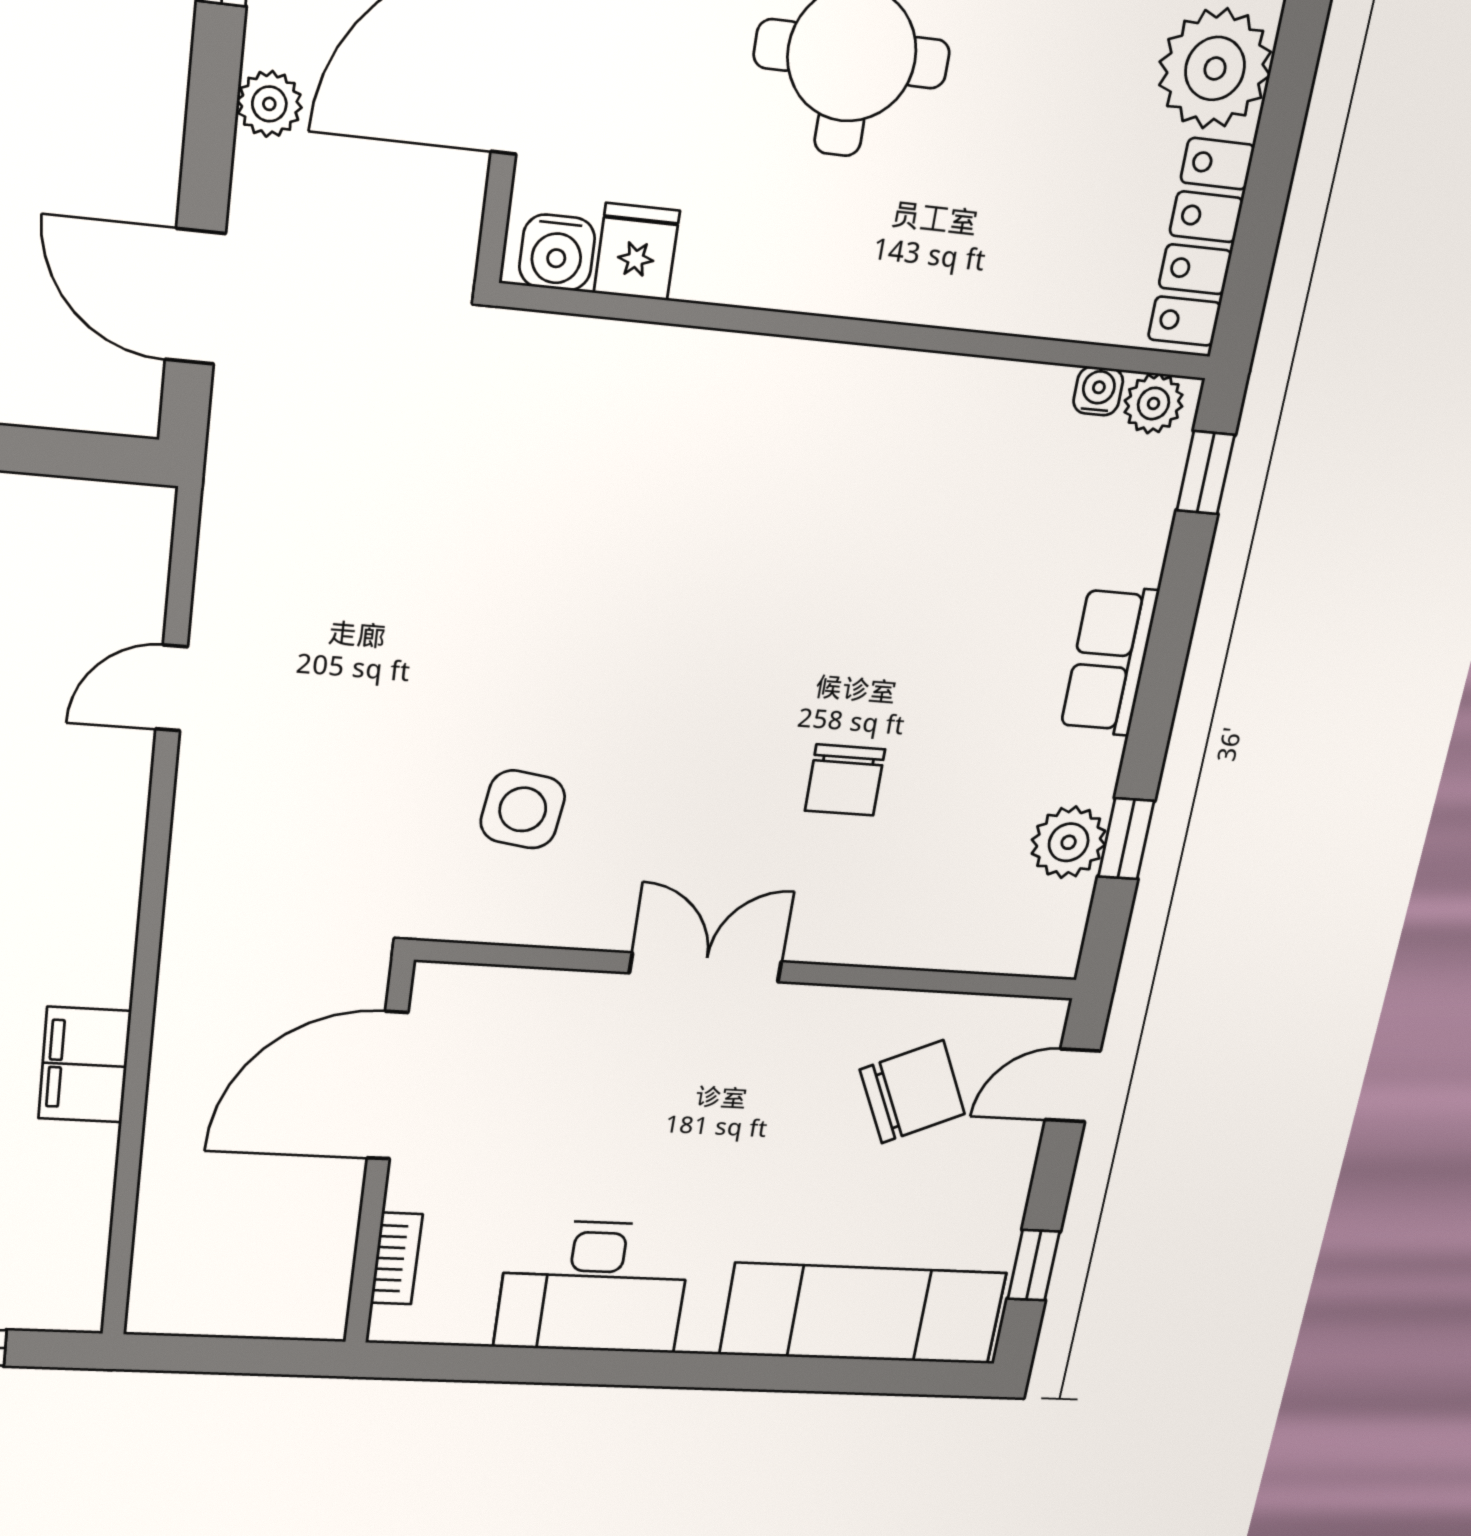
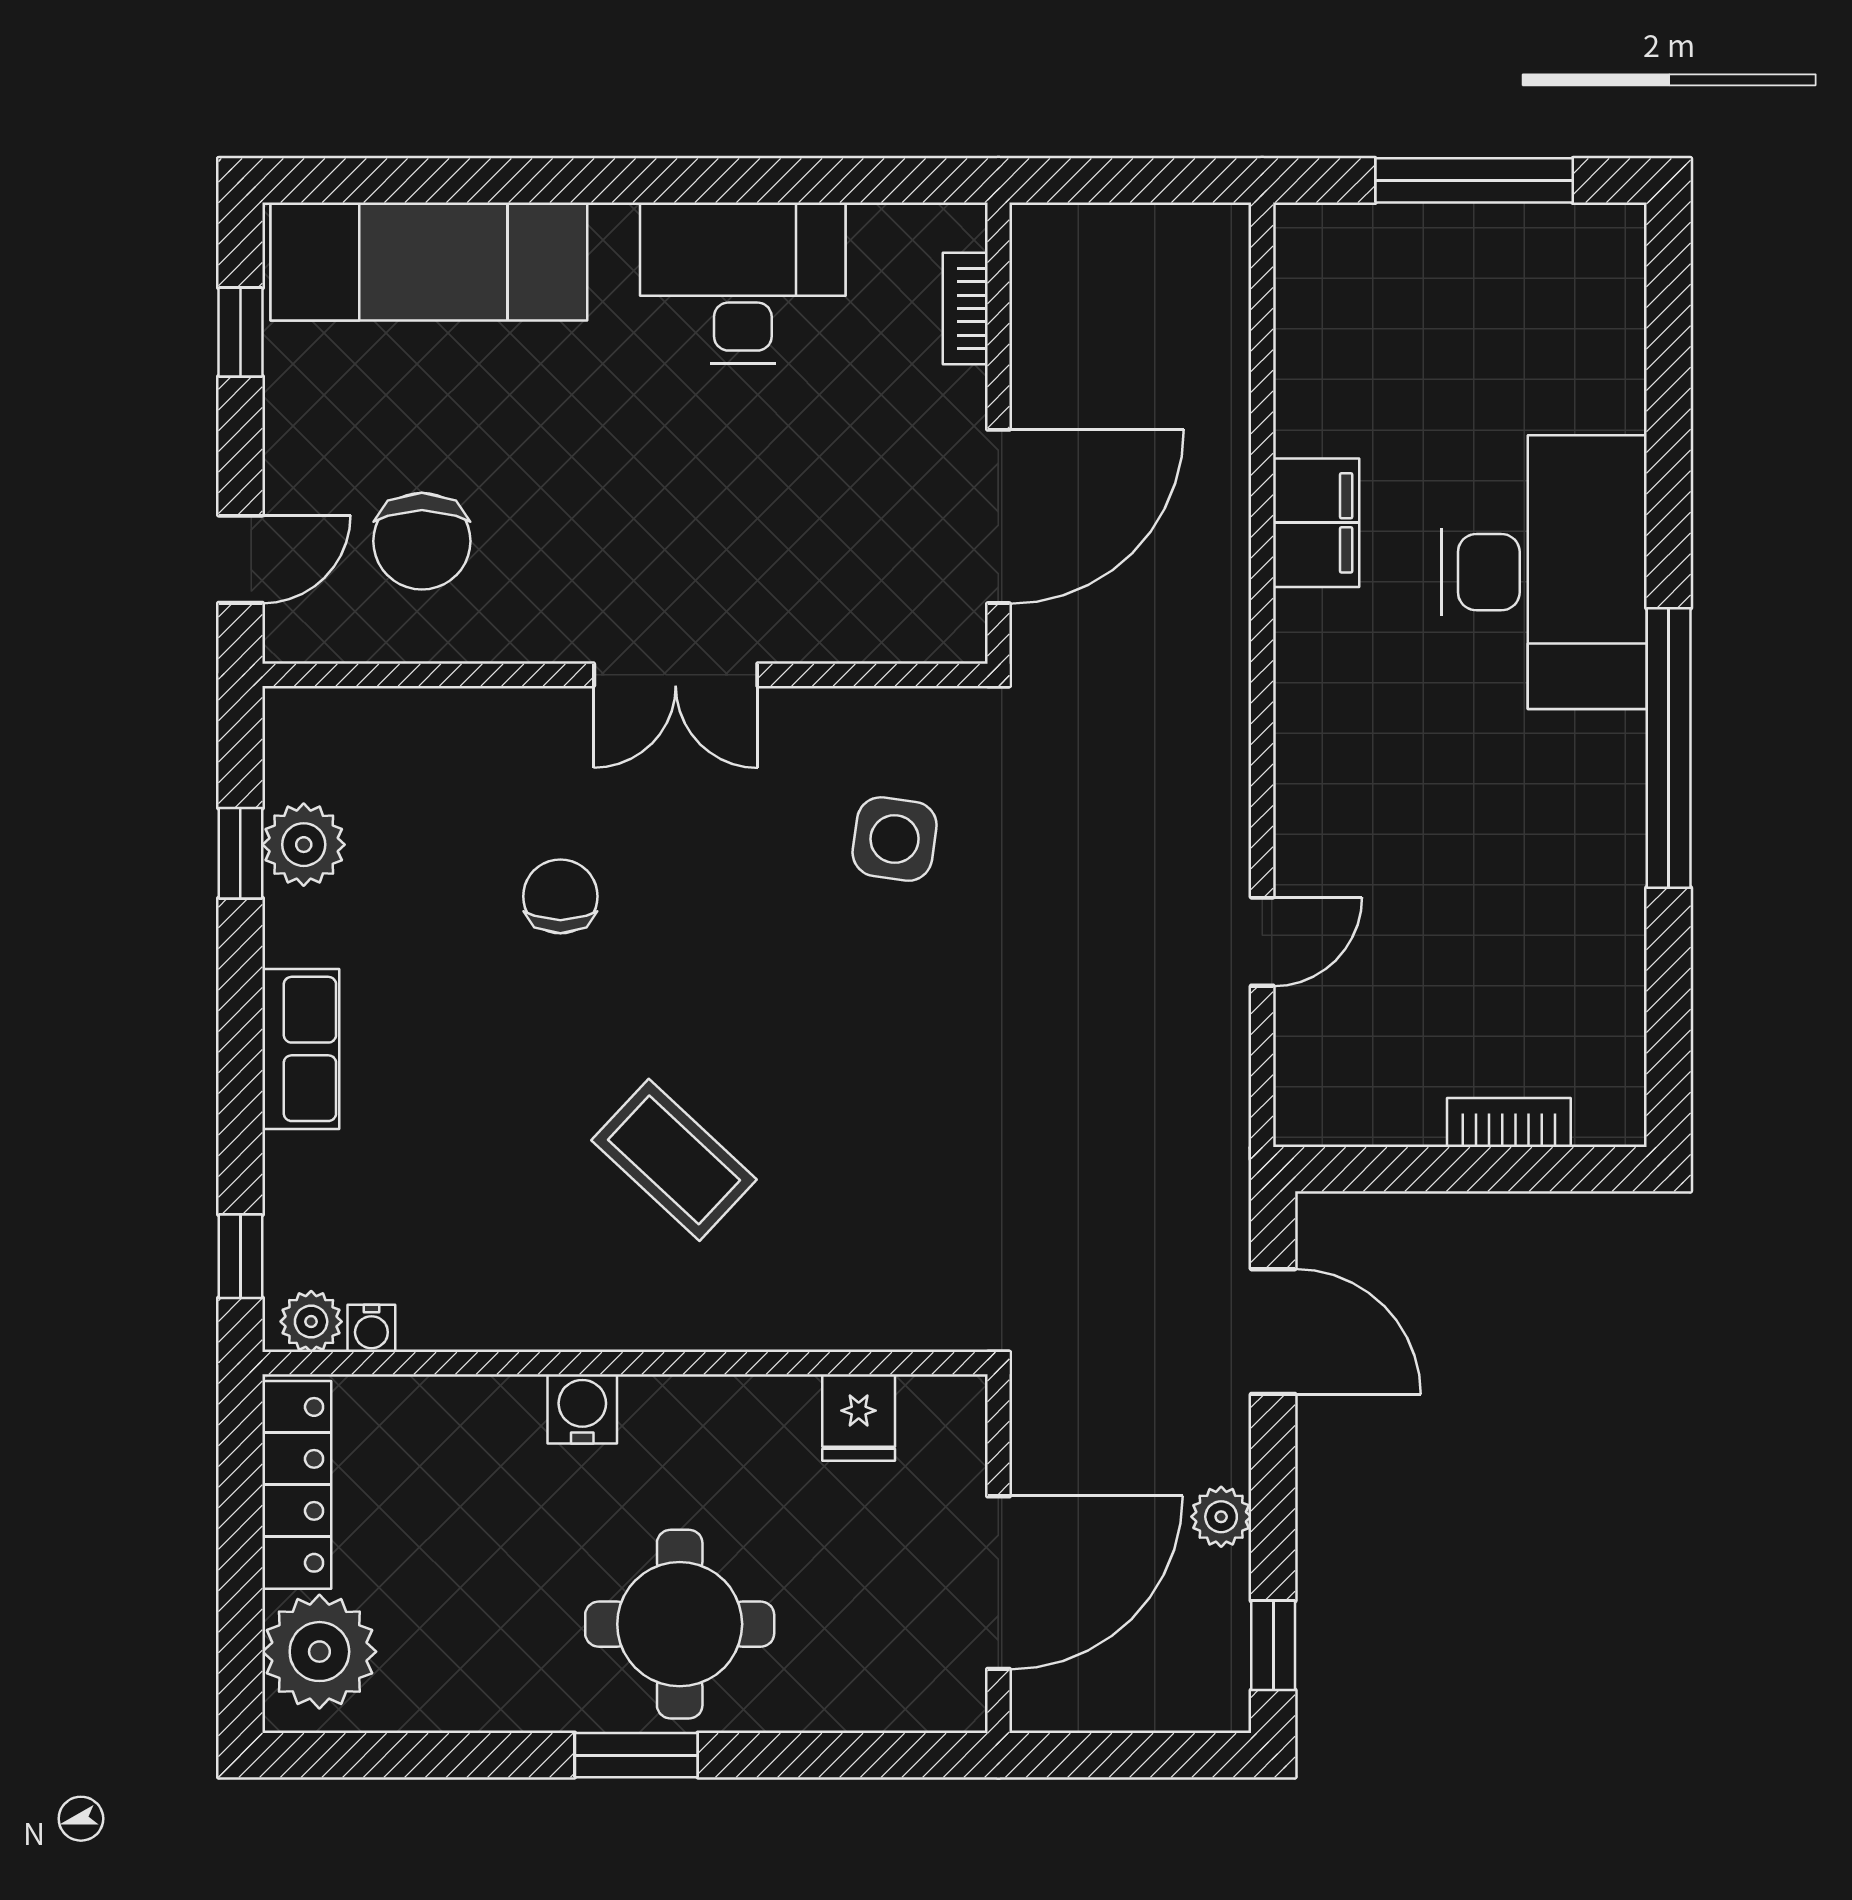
water cooler: (557, 252) -> (582, 1409), moved
coffee table: (780, 527) -> (674, 1160), added
chair: (912, 1092) -> (422, 541), turned -65

